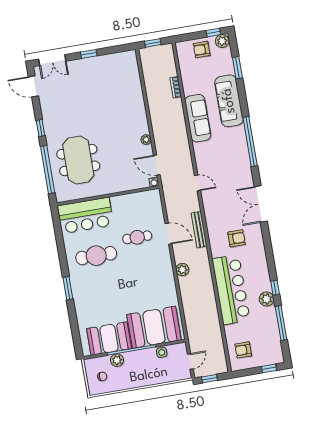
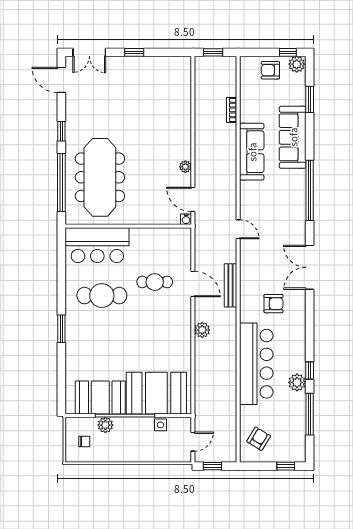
meeting table: (78, 160) -> (100, 177), width x1.36
armchair: (243, 350) -> (259, 439), turned 121

